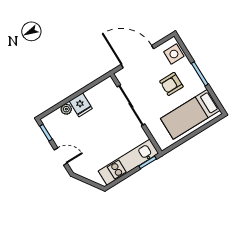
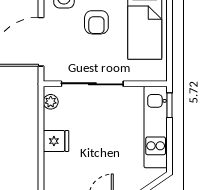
plant: (66, 109) -> (51, 102), moved

